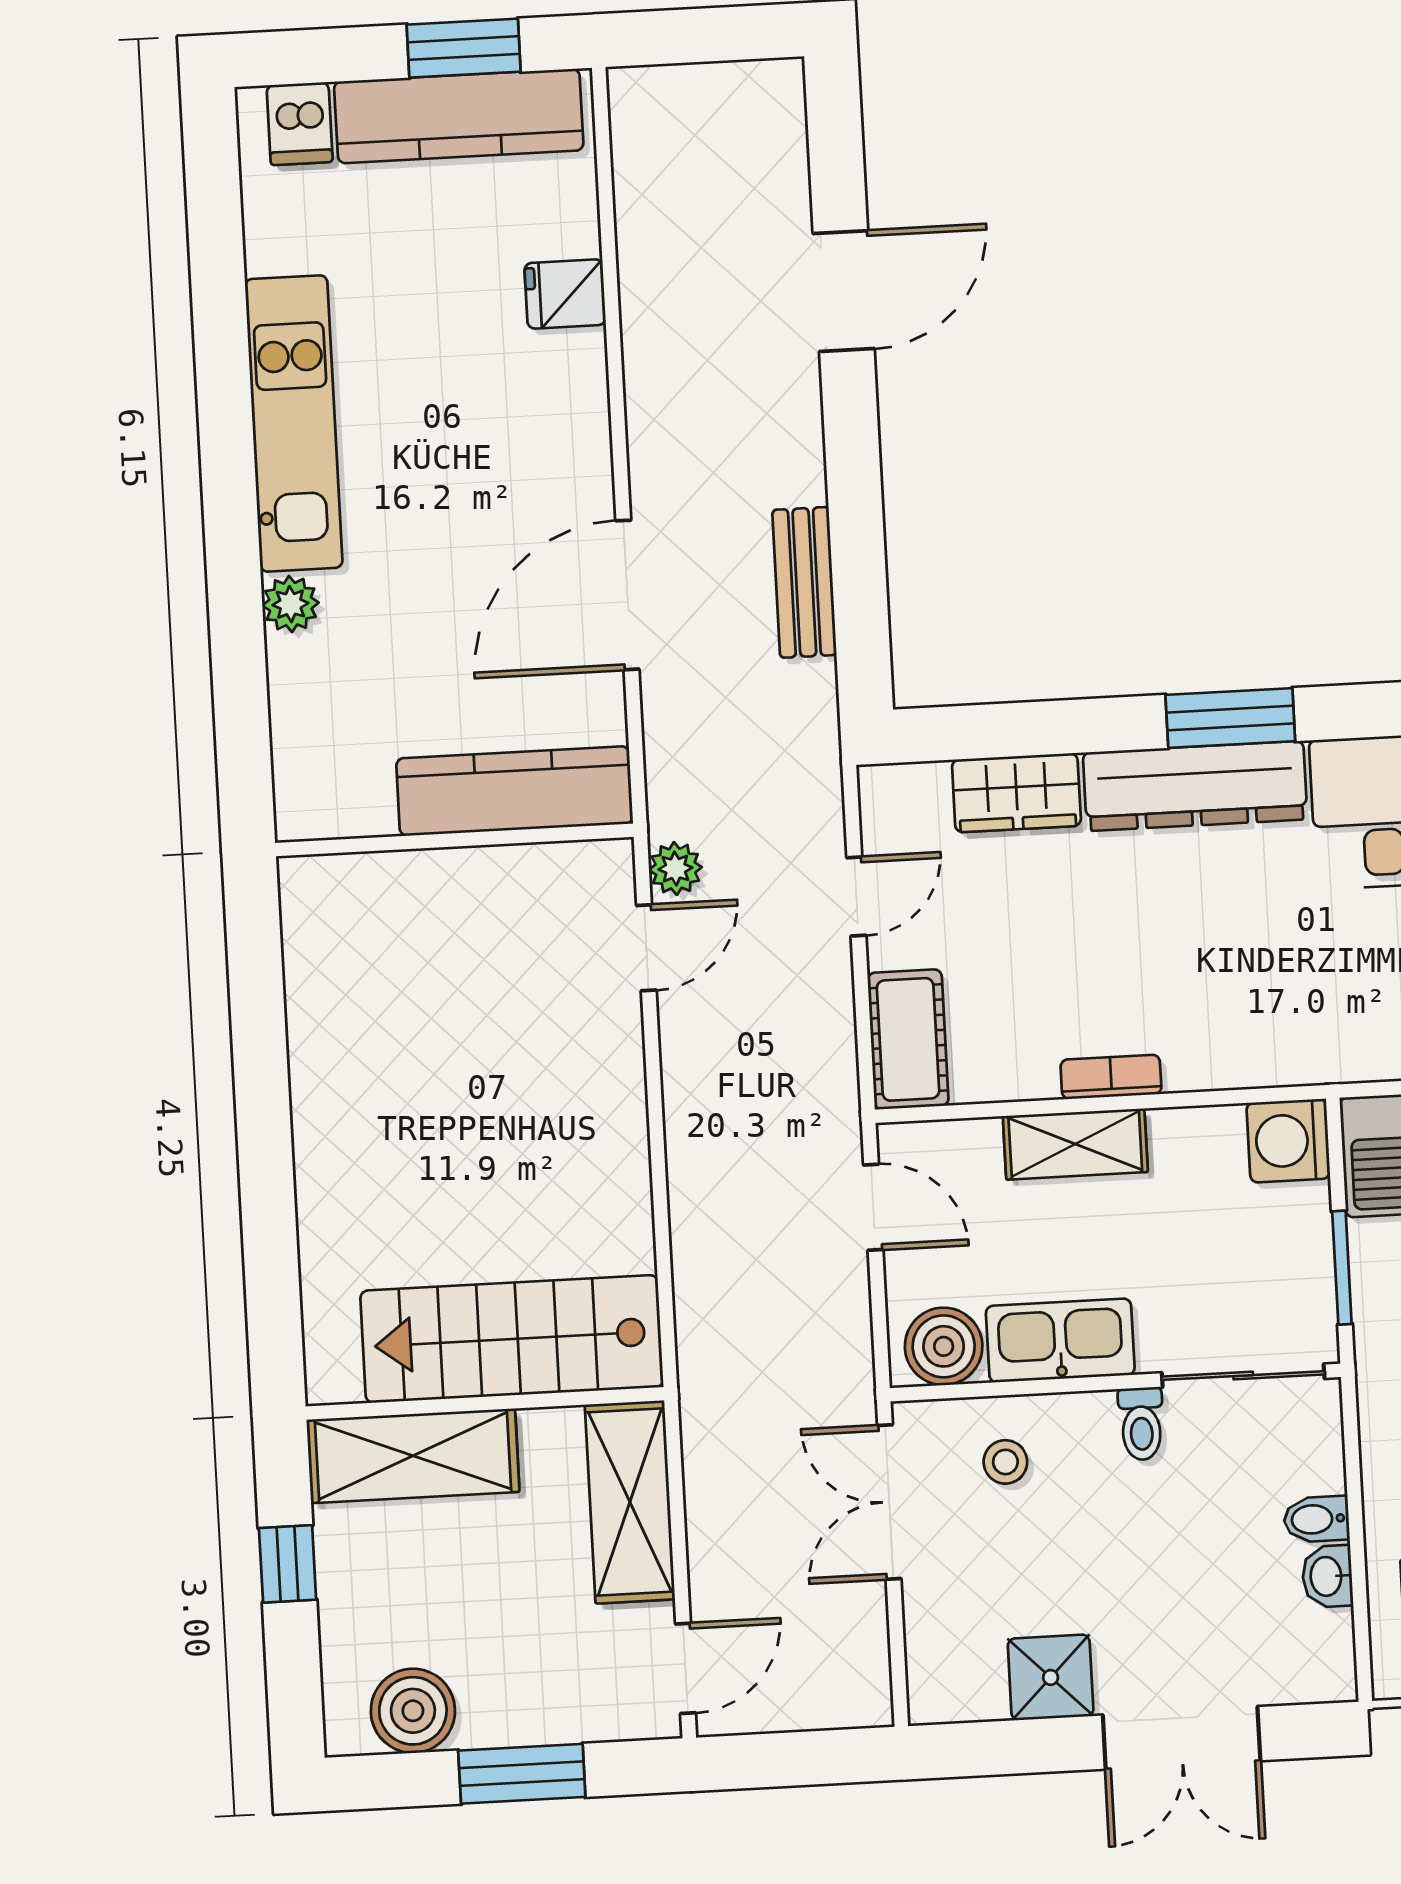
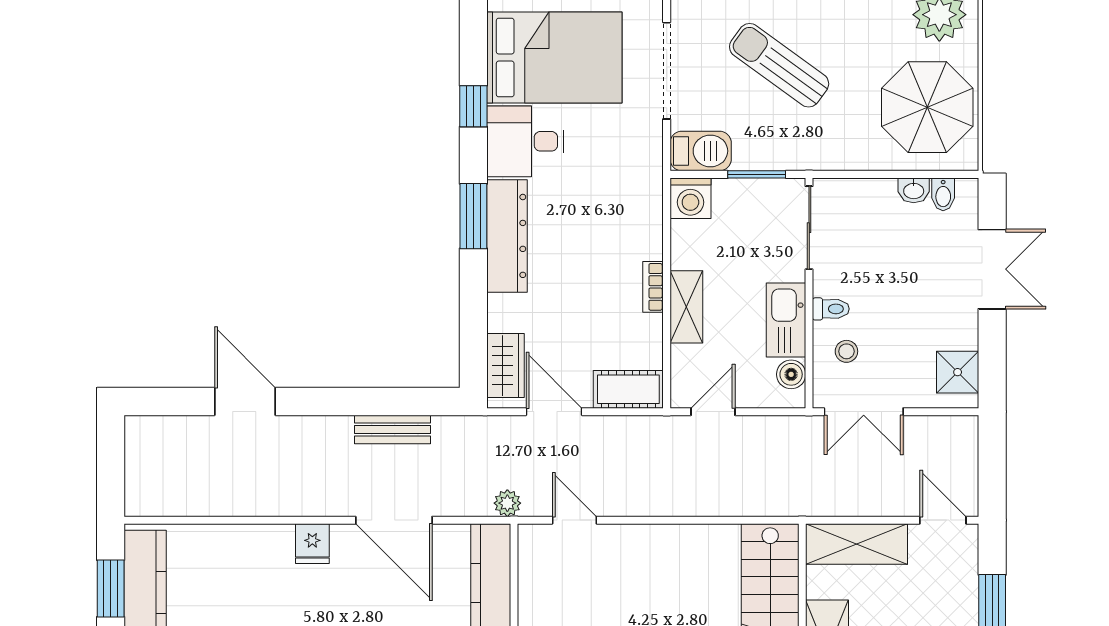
fridge: (565, 294) -> (312, 544), moved
wardrobe: (1016, 793) -> (506, 366), moved
plant: (675, 869) -> (507, 503), moved
door: (856, 896) -> (554, 412), width x1.38
boiler: (944, 1346) -> (791, 374), width x0.73, depth x0.73
toilet: (1141, 1424) -> (831, 309), moved
bidet: (1316, 1519) -> (943, 194), moved
shower: (1051, 1677) -> (958, 372), moved

